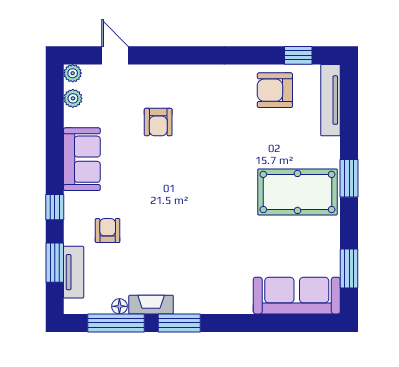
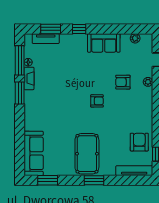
plant: (73, 73) -> (148, 82), moved
armchair: (108, 231) -> (97, 101), moved

